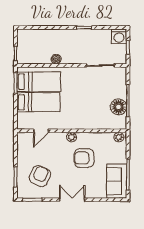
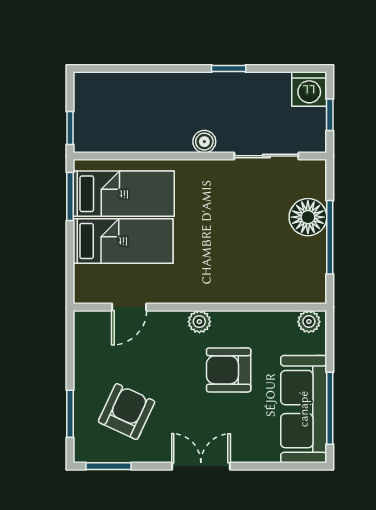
boiler: (56, 59) -> (204, 142), moved
floor lamp: (118, 107) -> (308, 217), moved
sofa: (117, 181) -> (304, 409), width x1.36

